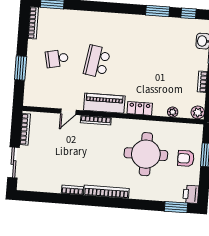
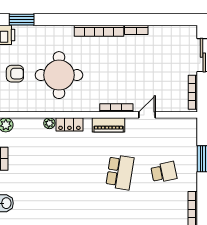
piano: (104, 103) -> (109, 125), width x0.73, depth x0.75
plant: (173, 112) -> (49, 123), moved

